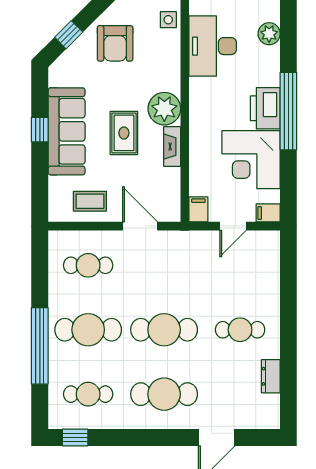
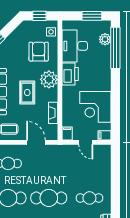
armchair: (115, 43) -> (39, 52), moved, turned 180
printer: (265, 108) -> (70, 74), moved, turned 180
window: (288, 111) -> (115, 48), moved
fireplace: (172, 147) -> (53, 113), moved
door: (233, 226) -> (86, 142), hinge flipped

